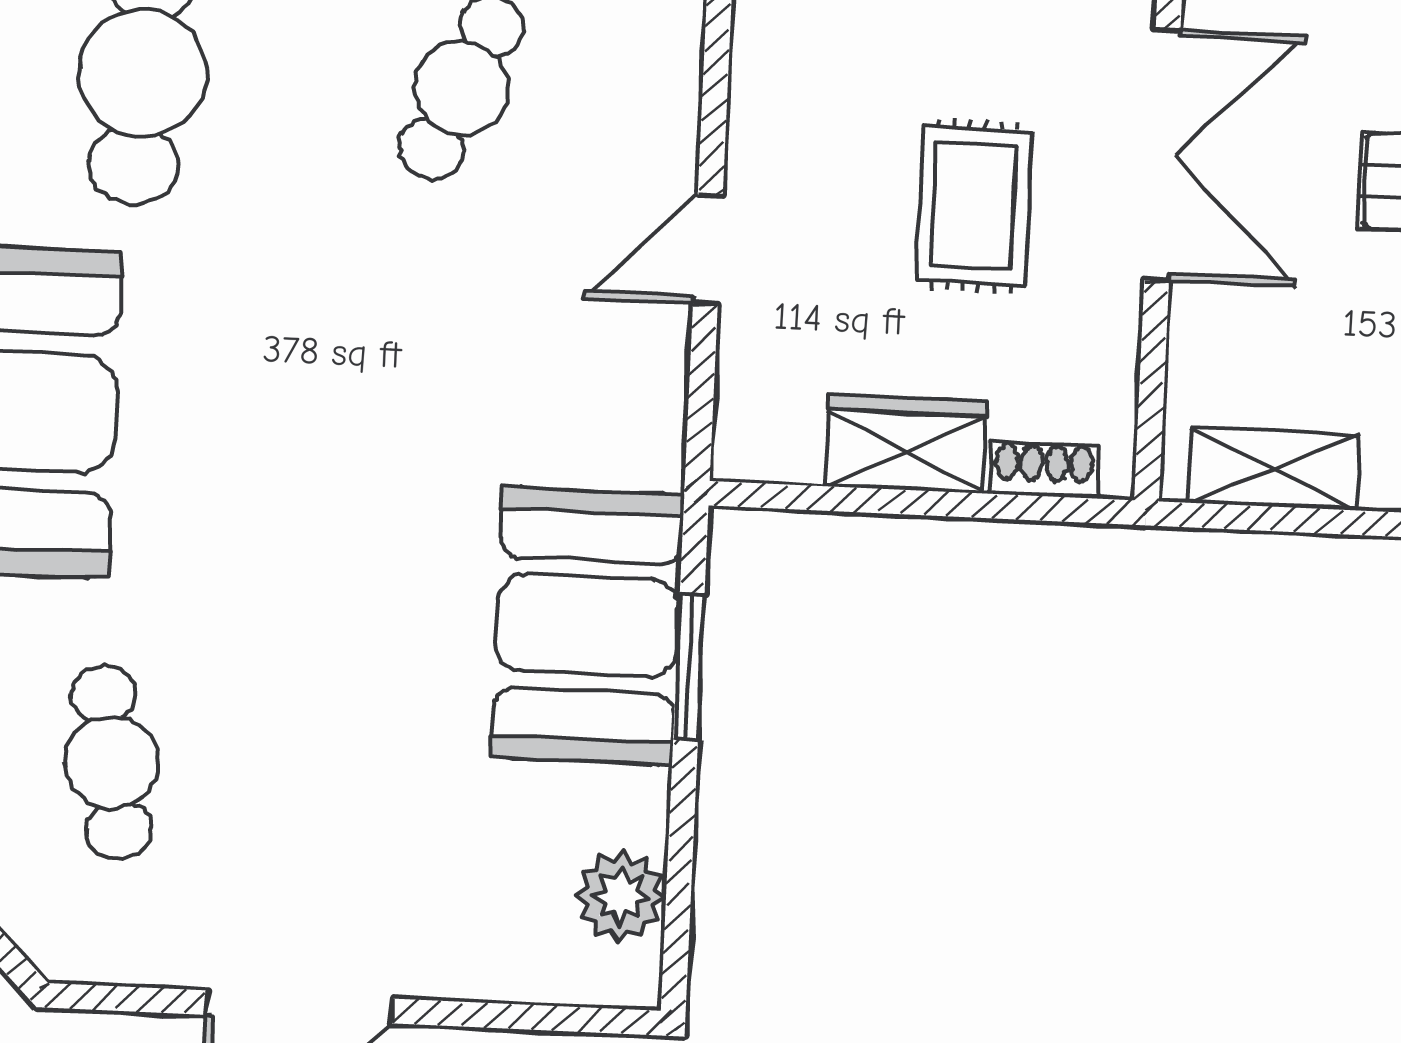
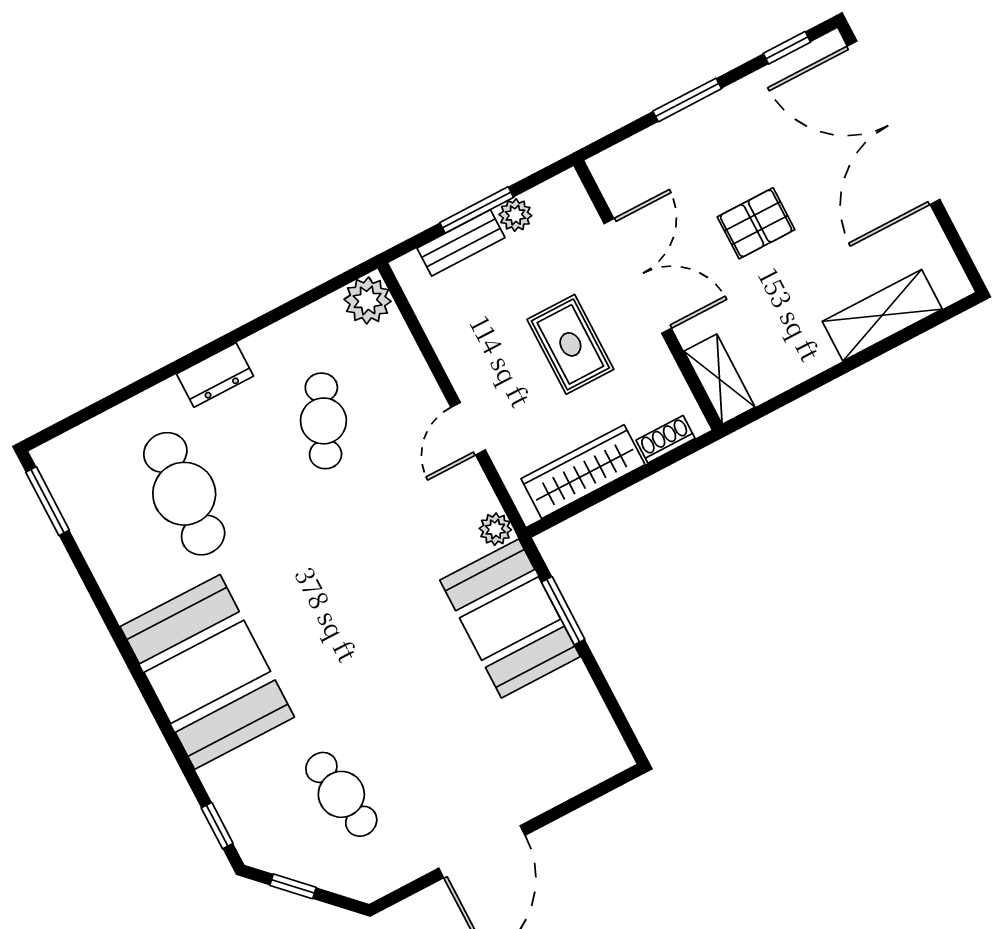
wardrobe: (905, 444) -> (583, 472), width x1.50
shelving: (1274, 469) -> (719, 379), moved, turned 90
plant: (621, 896) -> (495, 529), moved, width x0.73, depth x0.73

